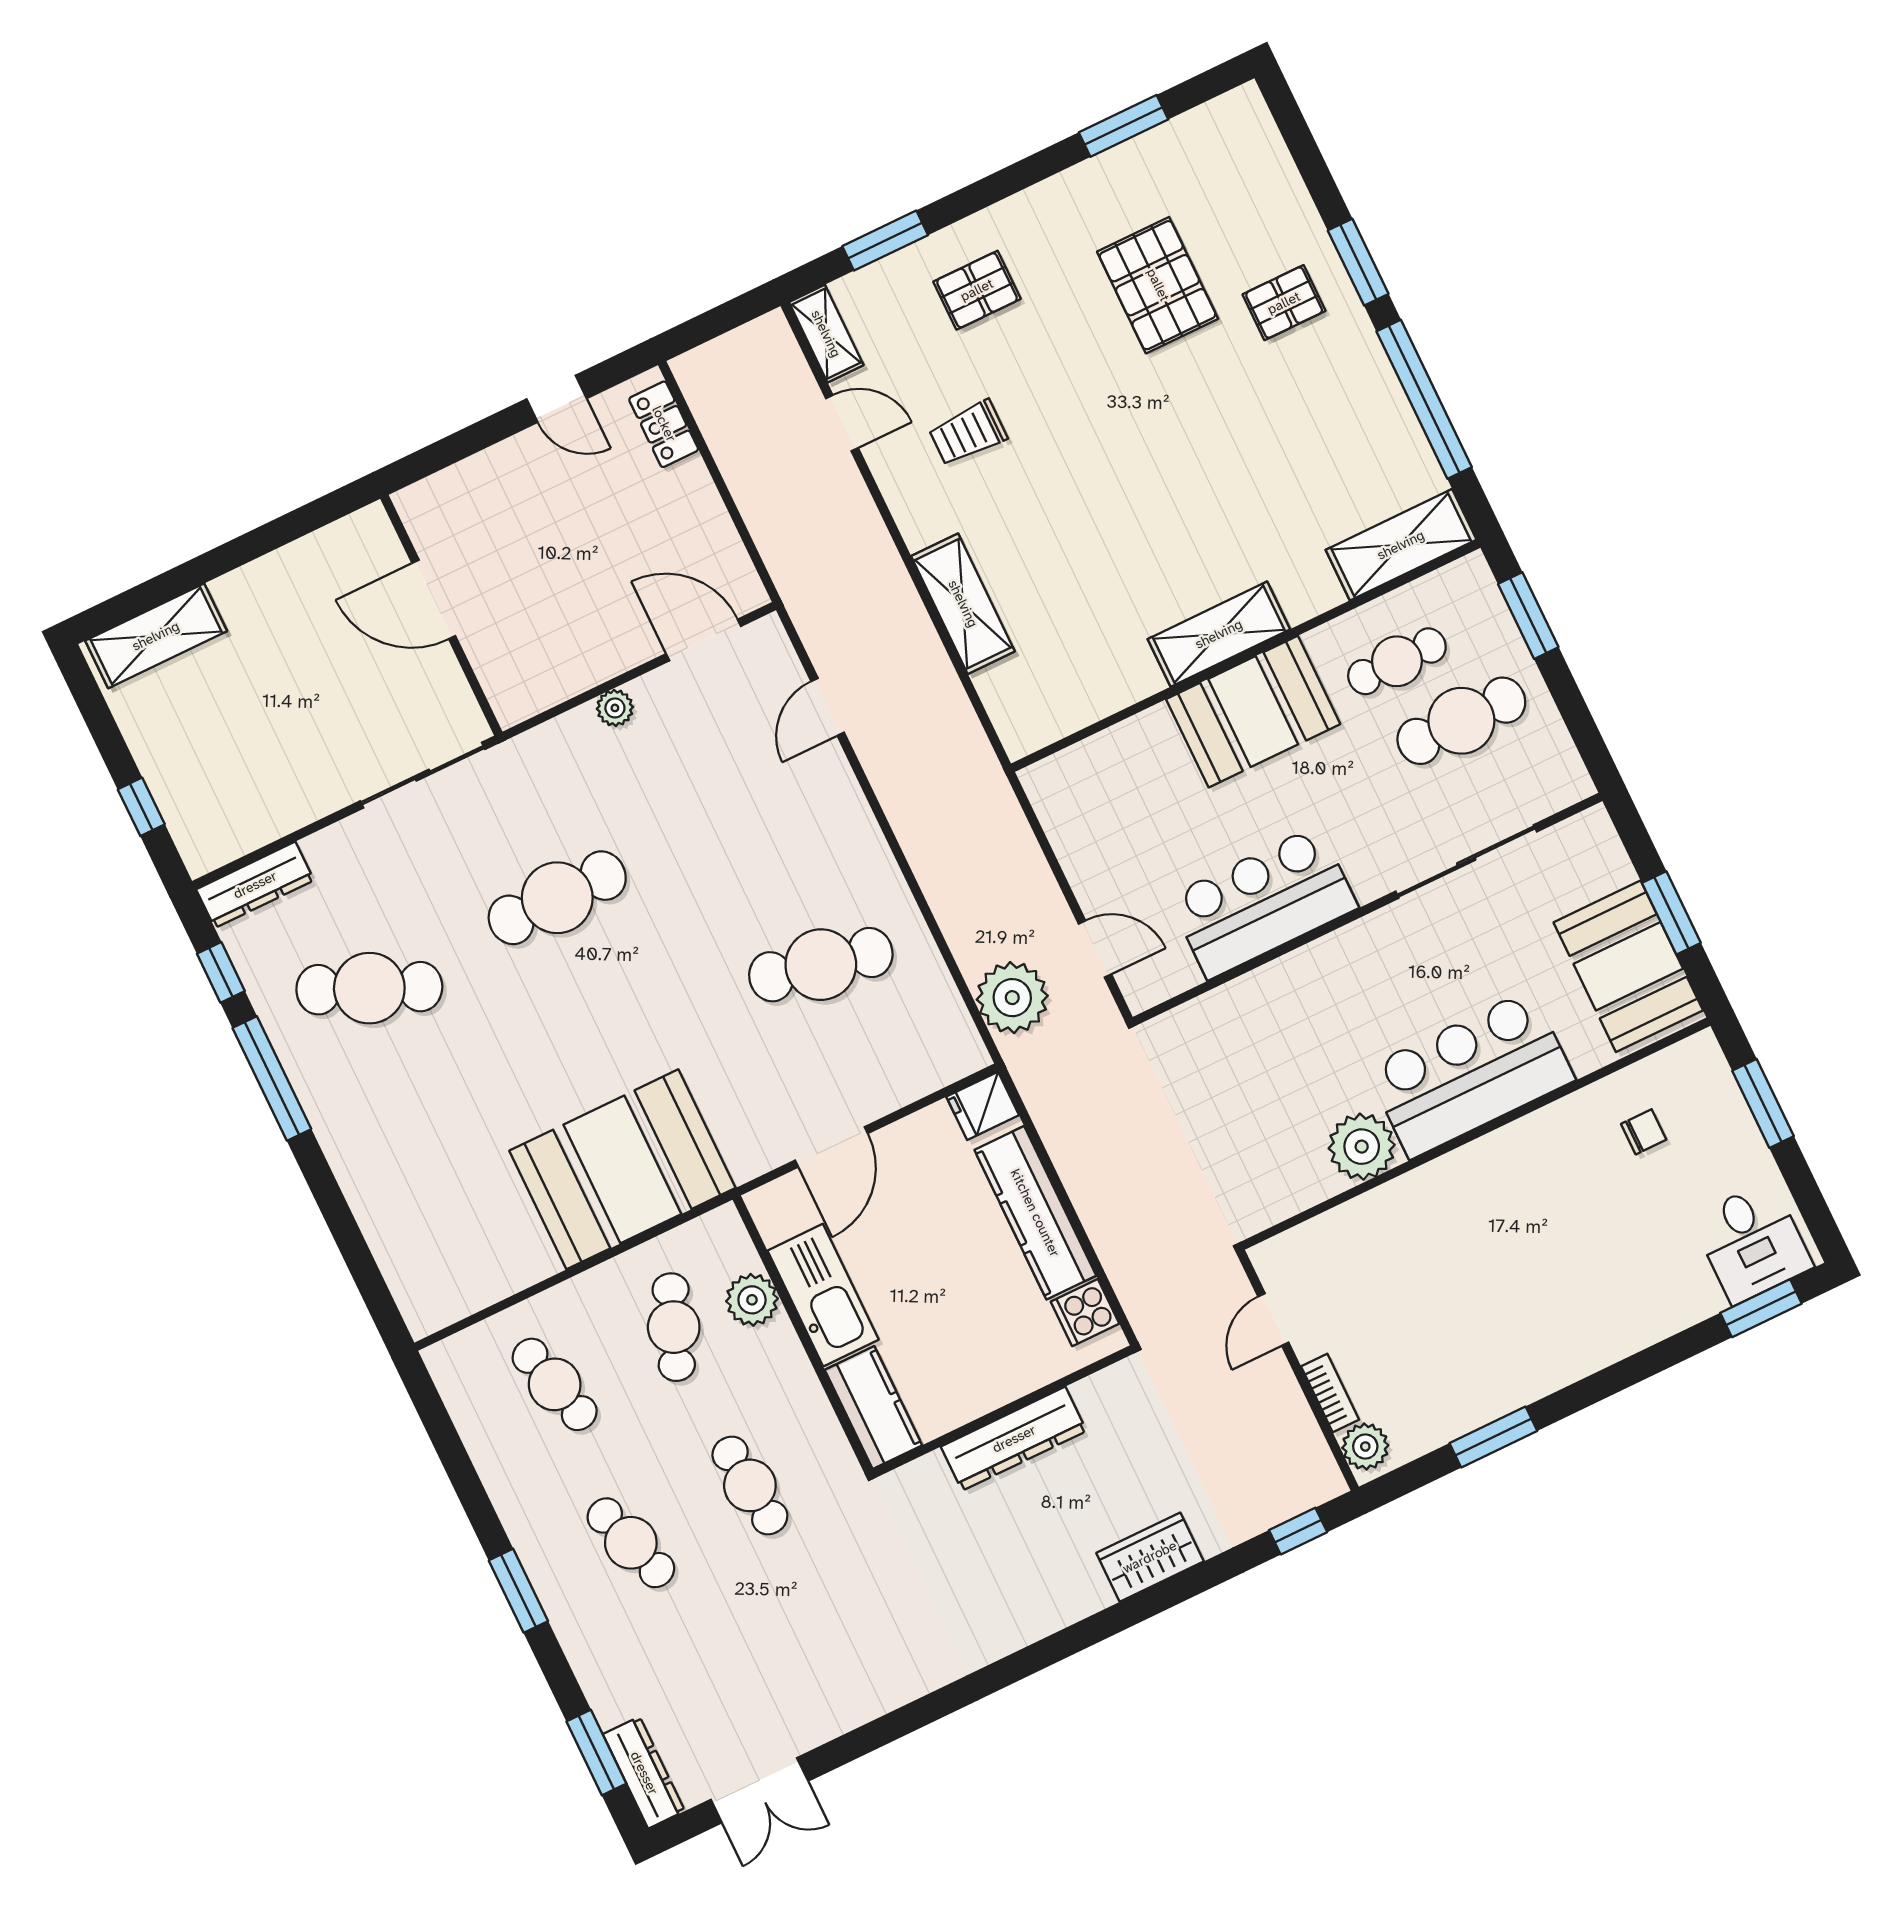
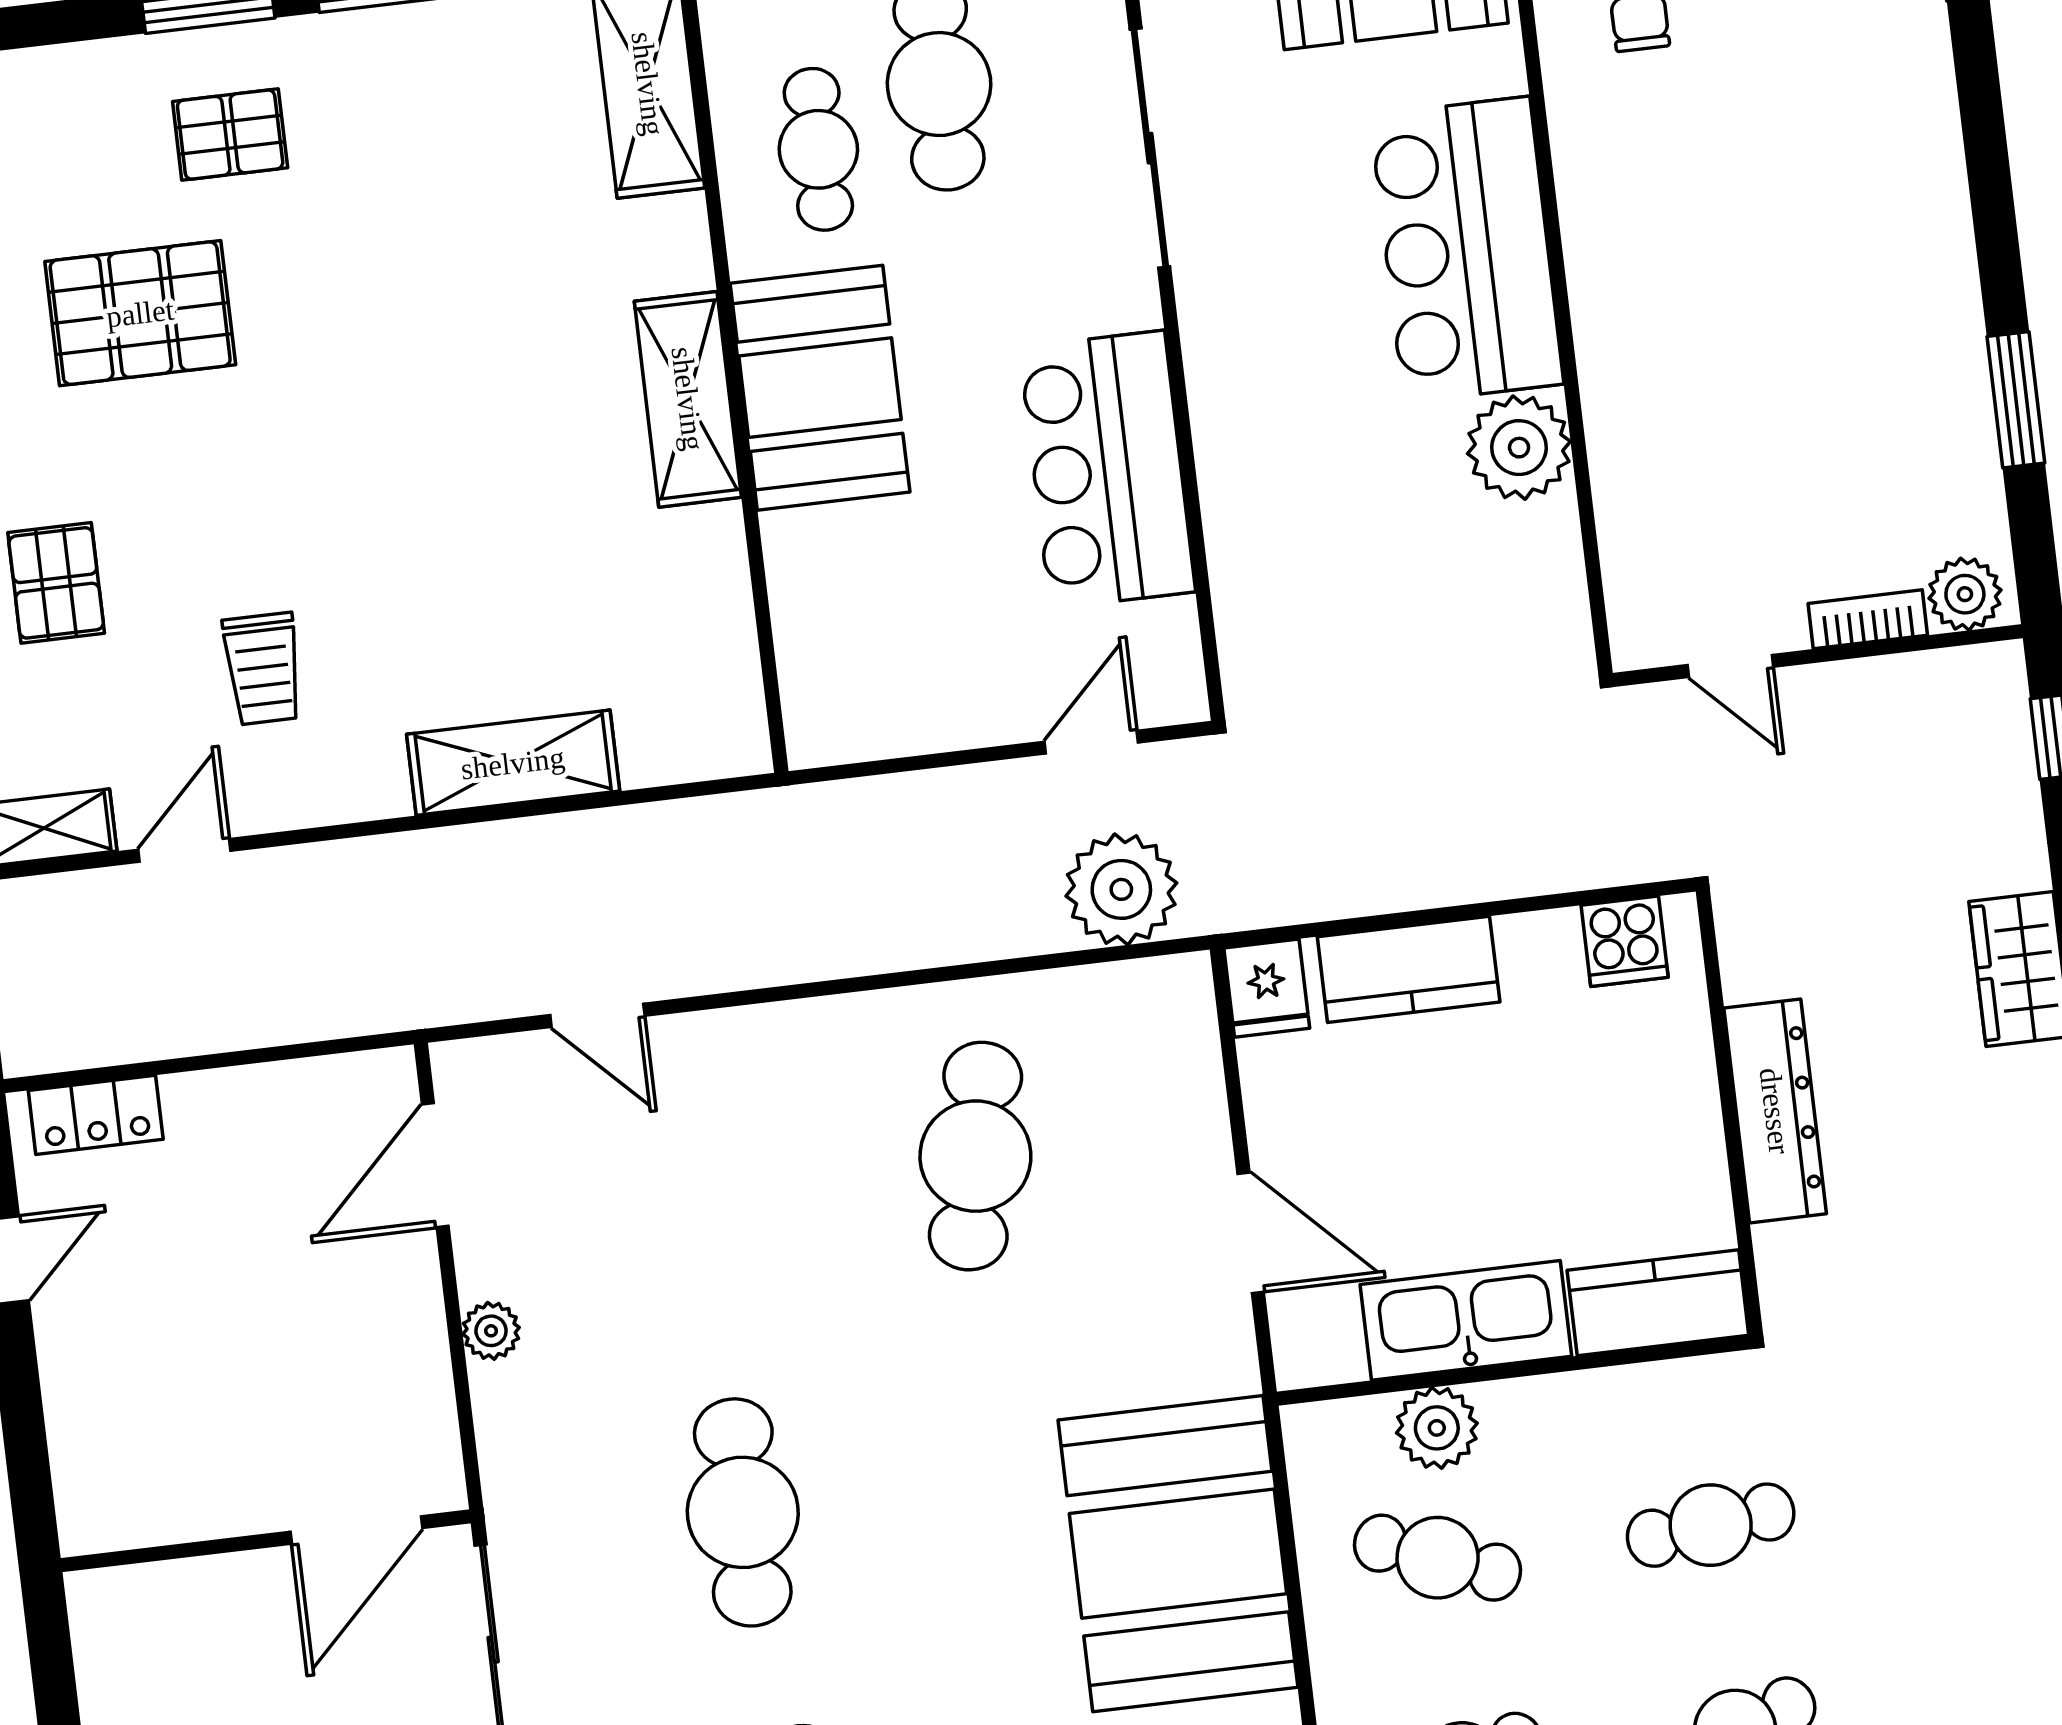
pallet: (1284, 303) -> (230, 135), turned 90
door: (434, 599) -> (356, 1530), moved
kitchen counter: (1035, 1213) -> (1409, 969), width x0.67

